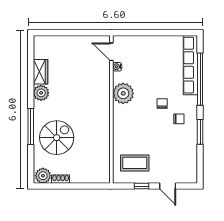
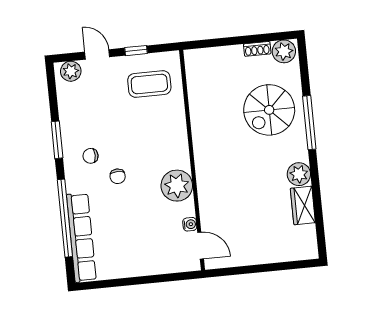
plant: (186, 177) -> (71, 71), added

